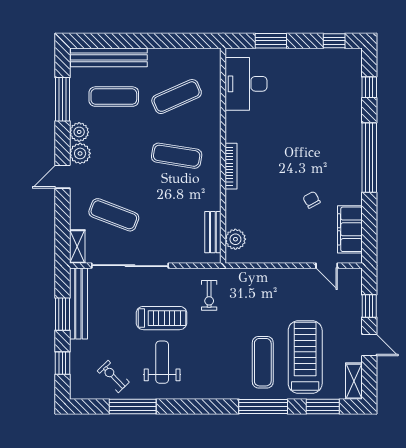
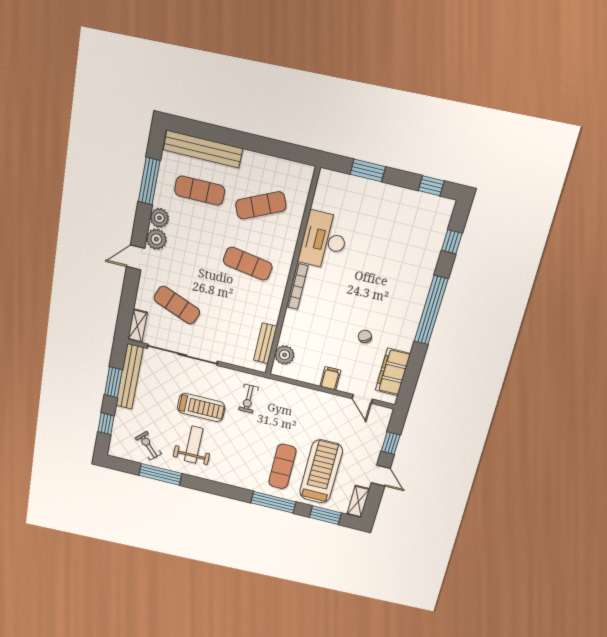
desk: (246, 84) -> (324, 240), moved
filing cabinet: (288, 252) -> (330, 378), added

